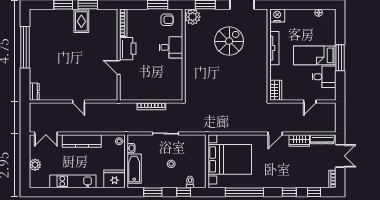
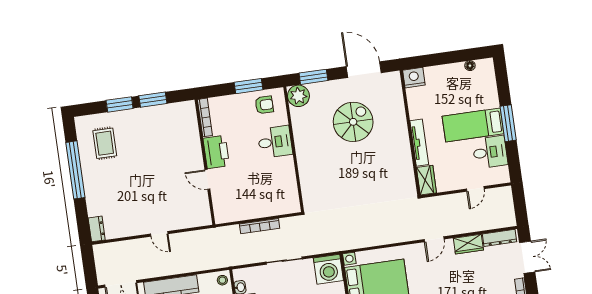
rug: (81, 21) -> (105, 143), moved
tv unit: (274, 48) -> (419, 143), moved
washing machine: (196, 144) -> (328, 269), added

